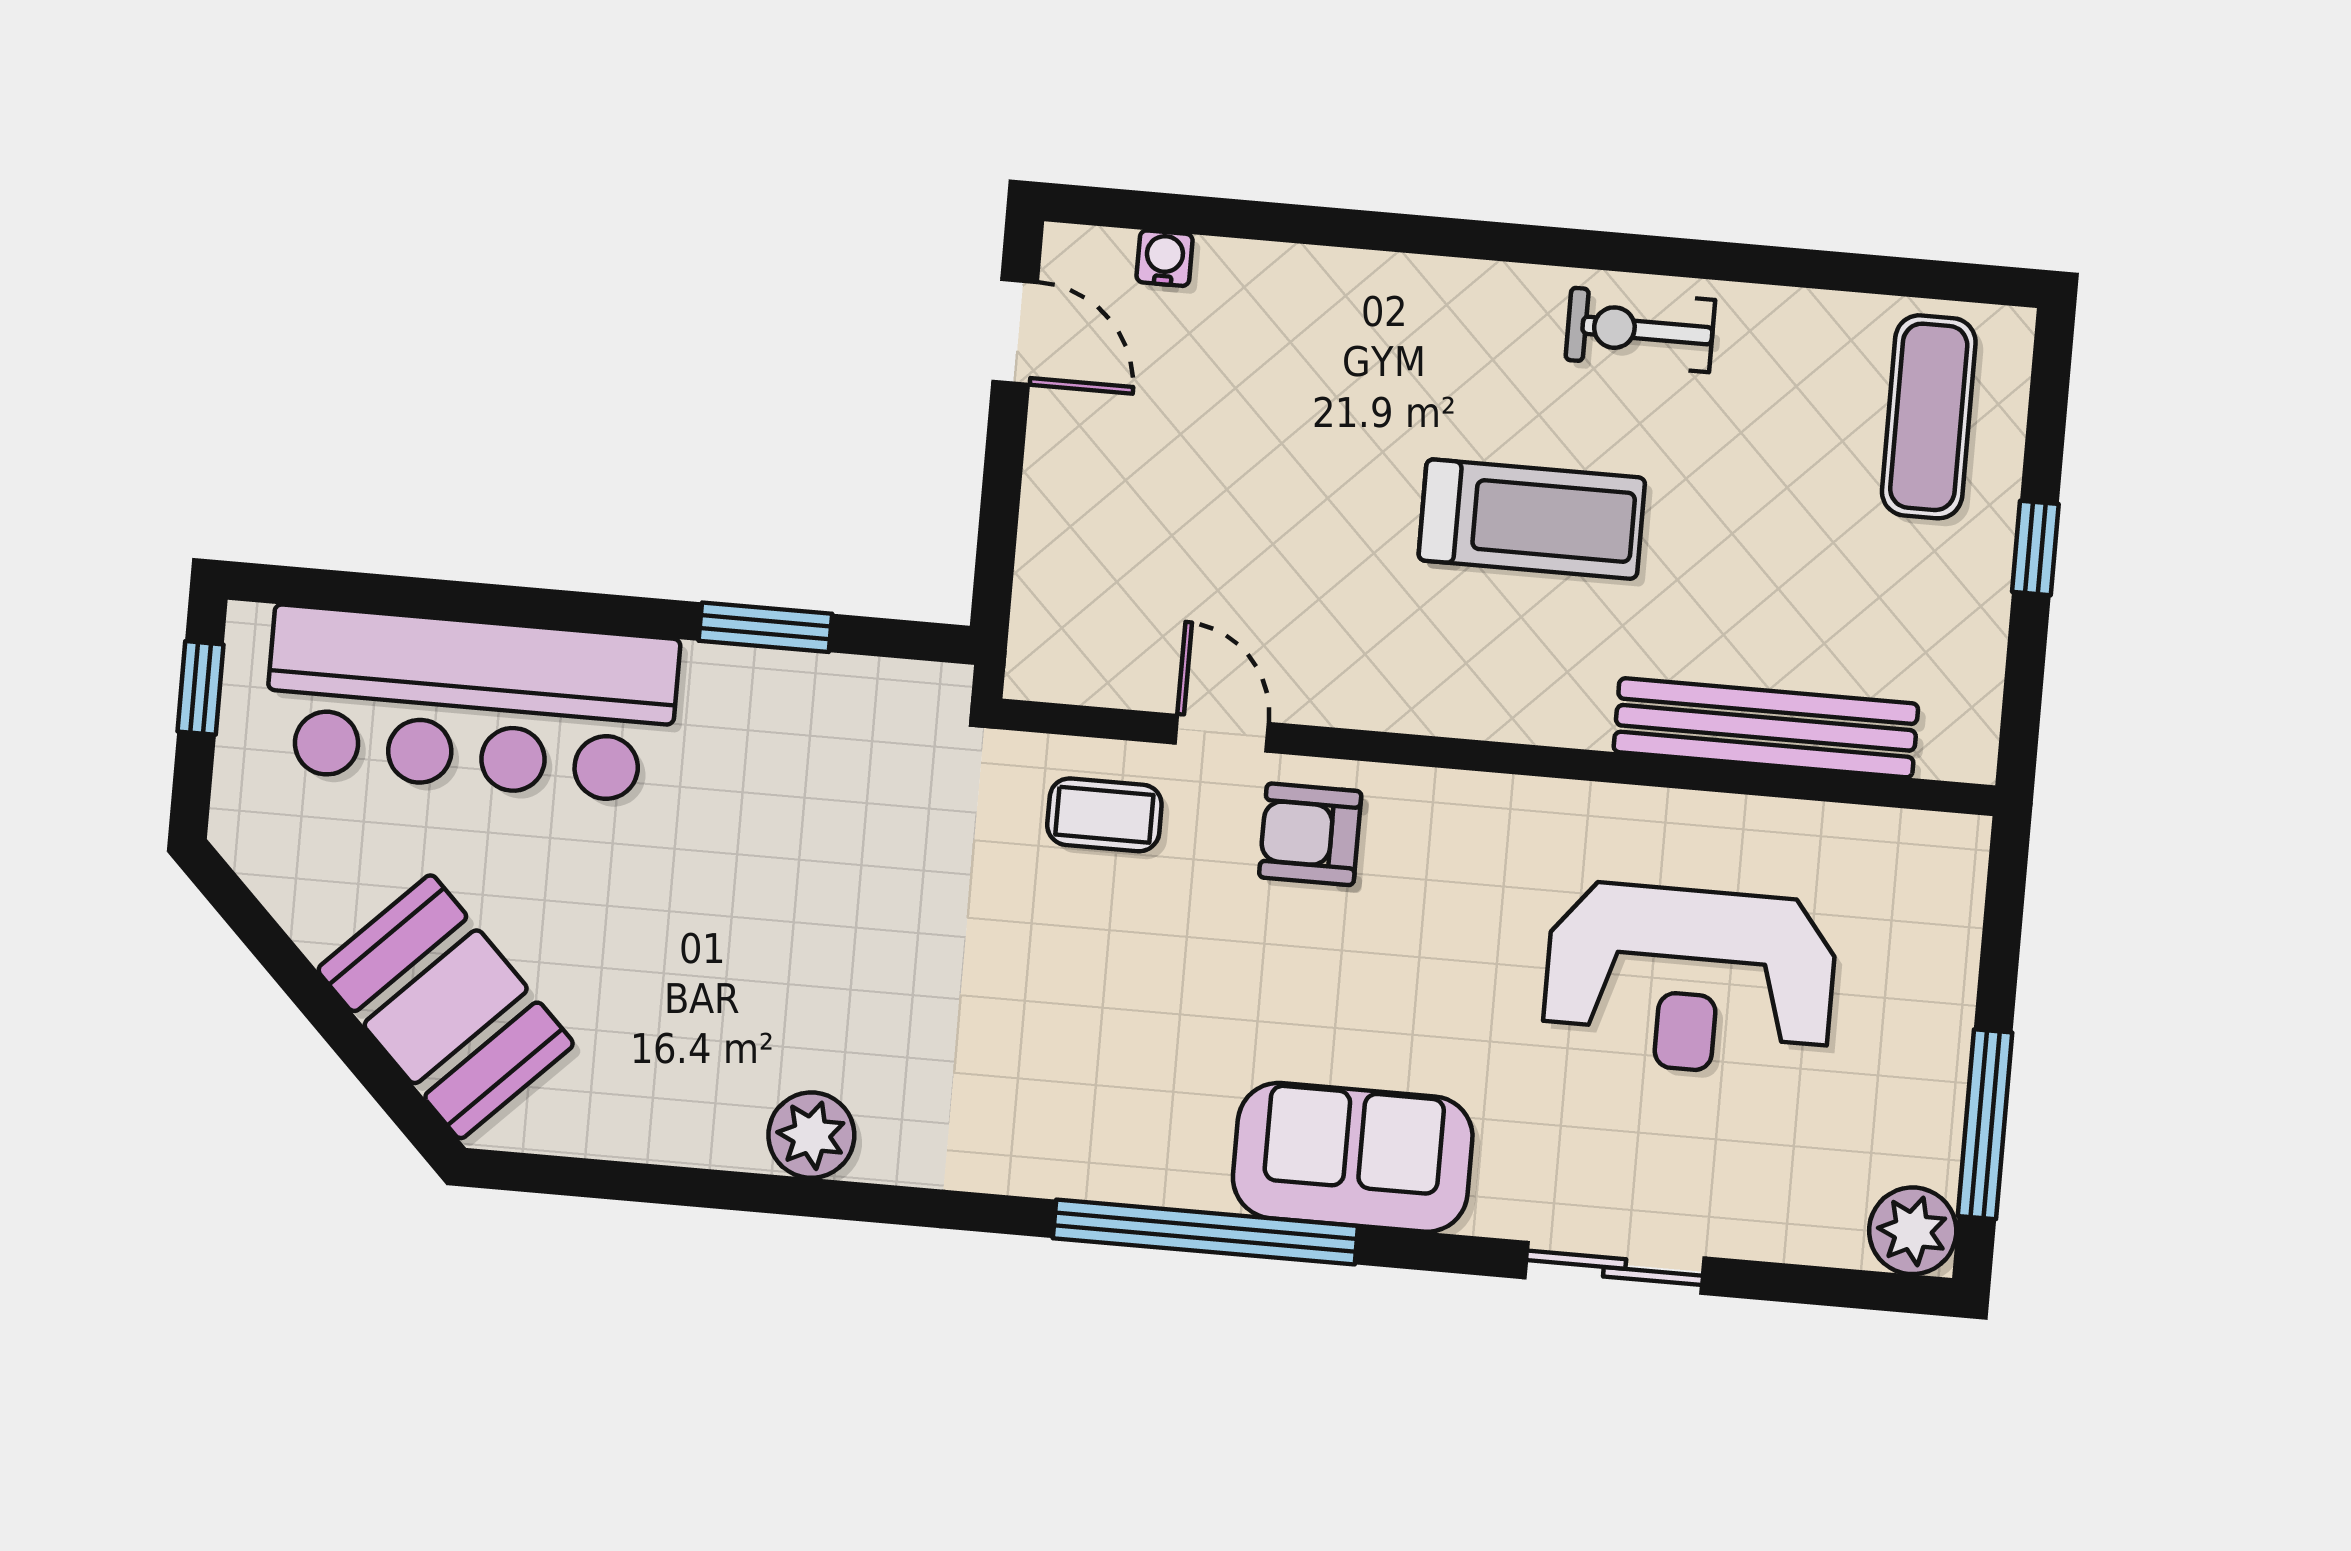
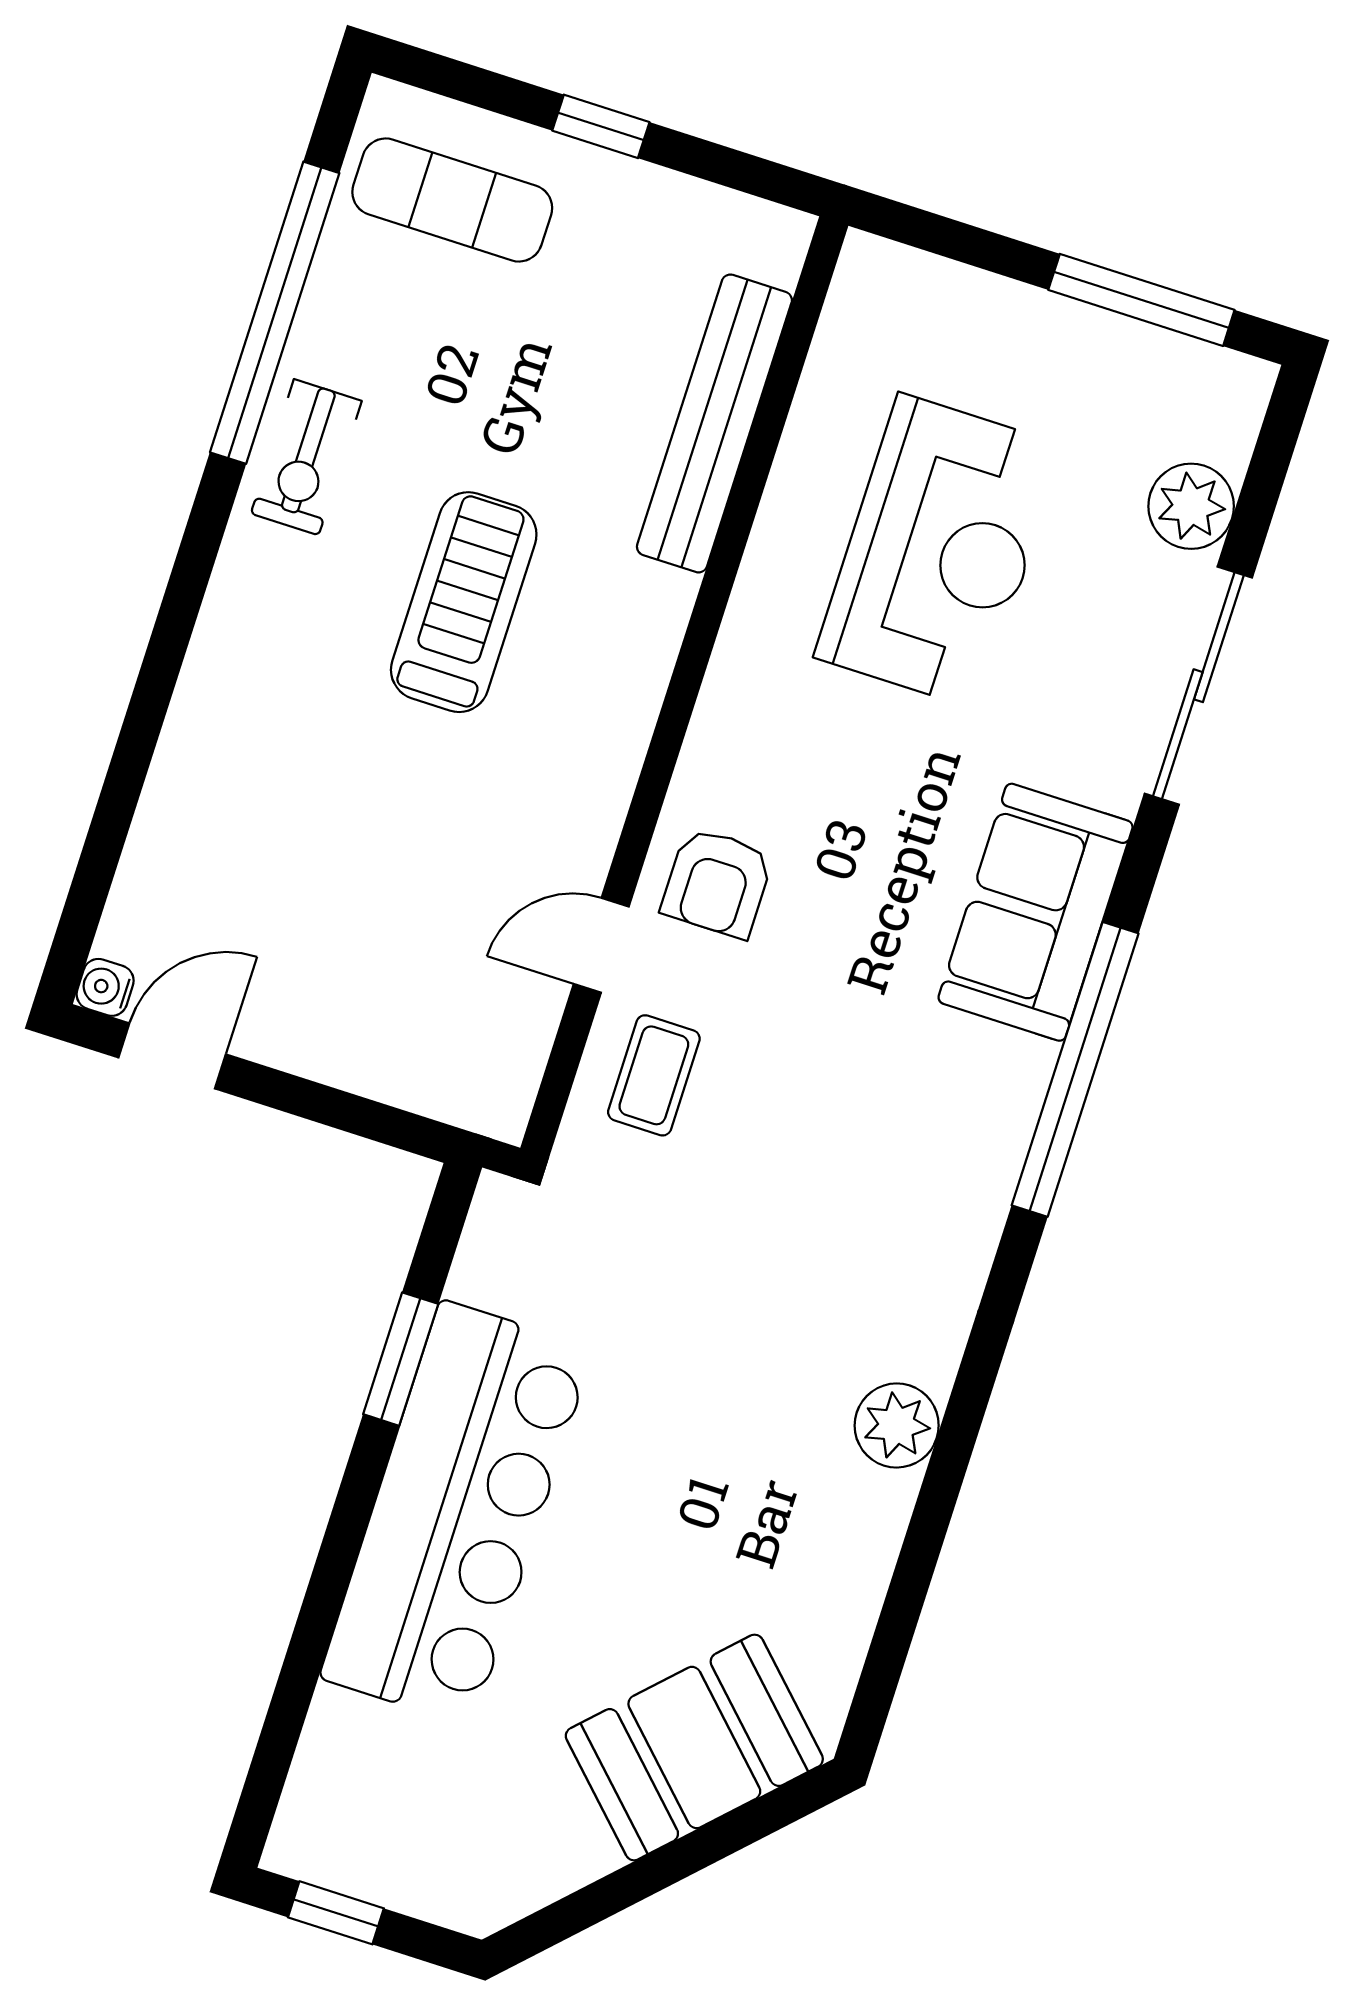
water cooler: (1165, 258) -> (105, 987), moved
window: (1777, 266) -> (275, 313), added
bar counter: (471, 704) -> (457, 1513), moved
plant: (1913, 1231) -> (1191, 506), moved
sliding door: (1615, 1268) -> (1198, 686), width x1.37

